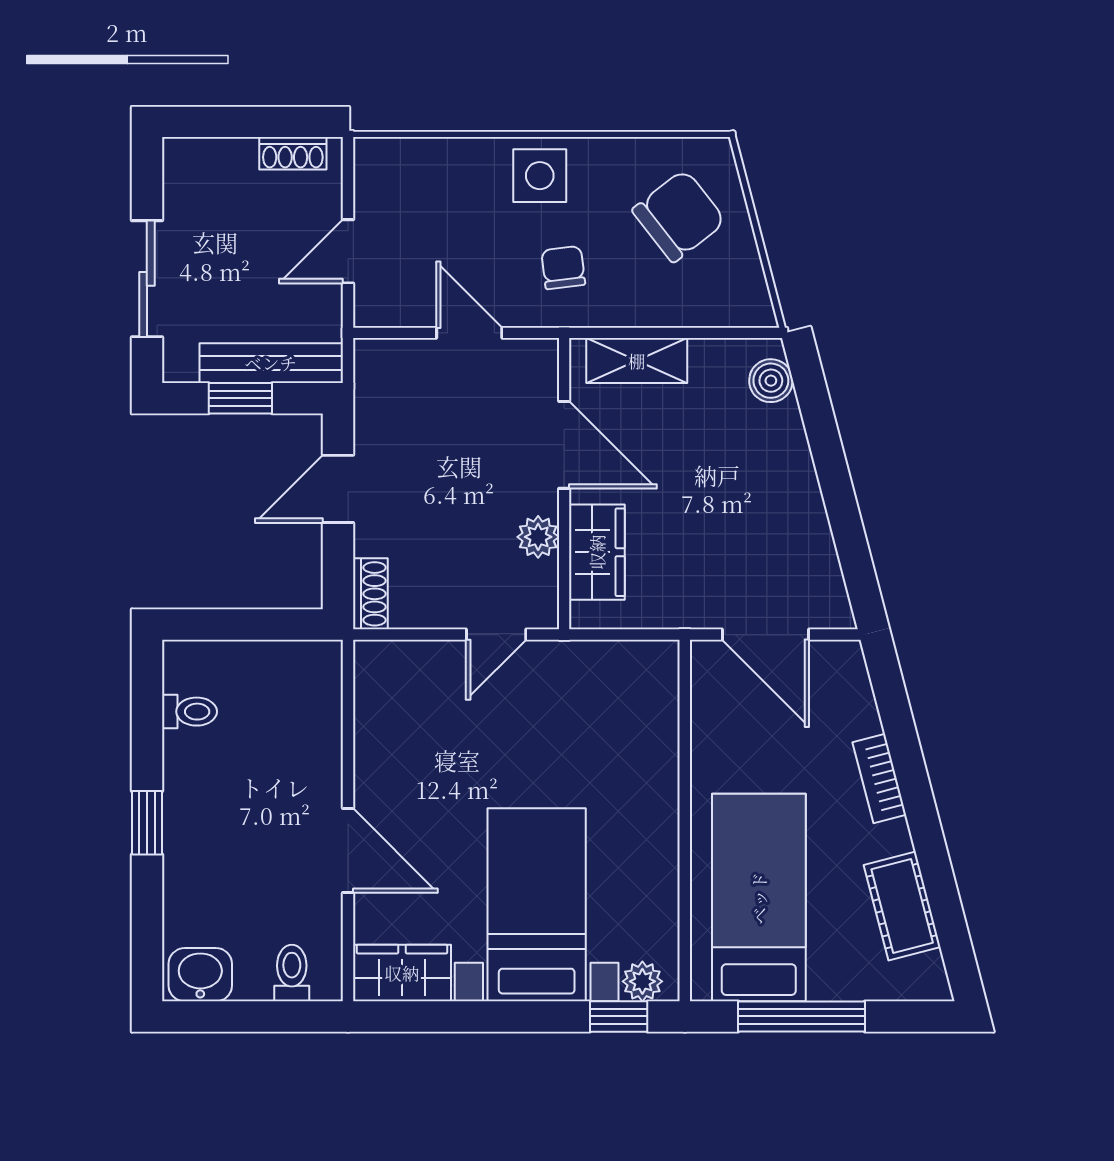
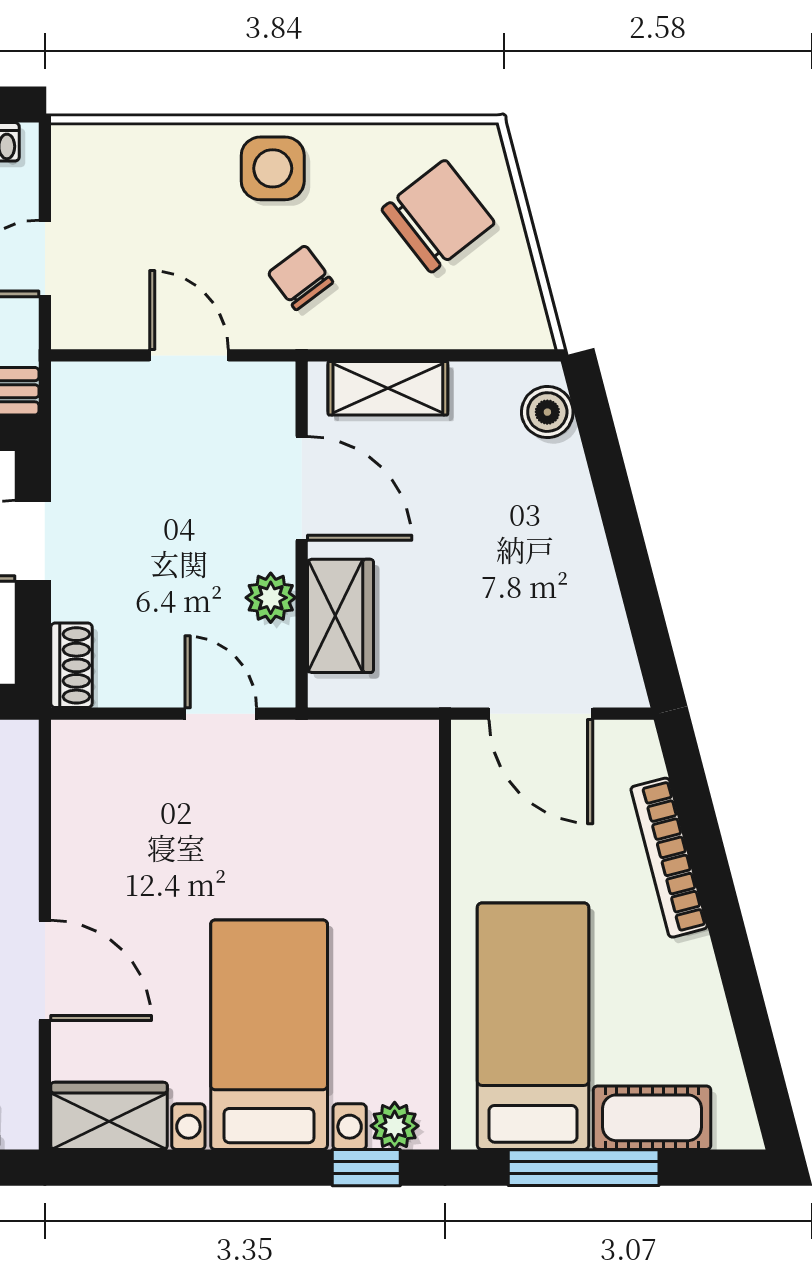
chair: (563, 268) -> (301, 278), turned -30
door: (496, 635) -> (221, 714), swing flipped
bookcase: (879, 778) -> (669, 858), width x1.56
cot: (902, 906) -> (652, 1118), moved, turned -75

